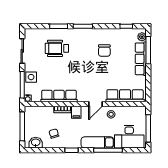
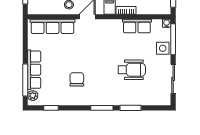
wheelchair: (57, 48) -> (132, 70), moved
row of seats: (59, 96) -> (137, 26), width x0.68

